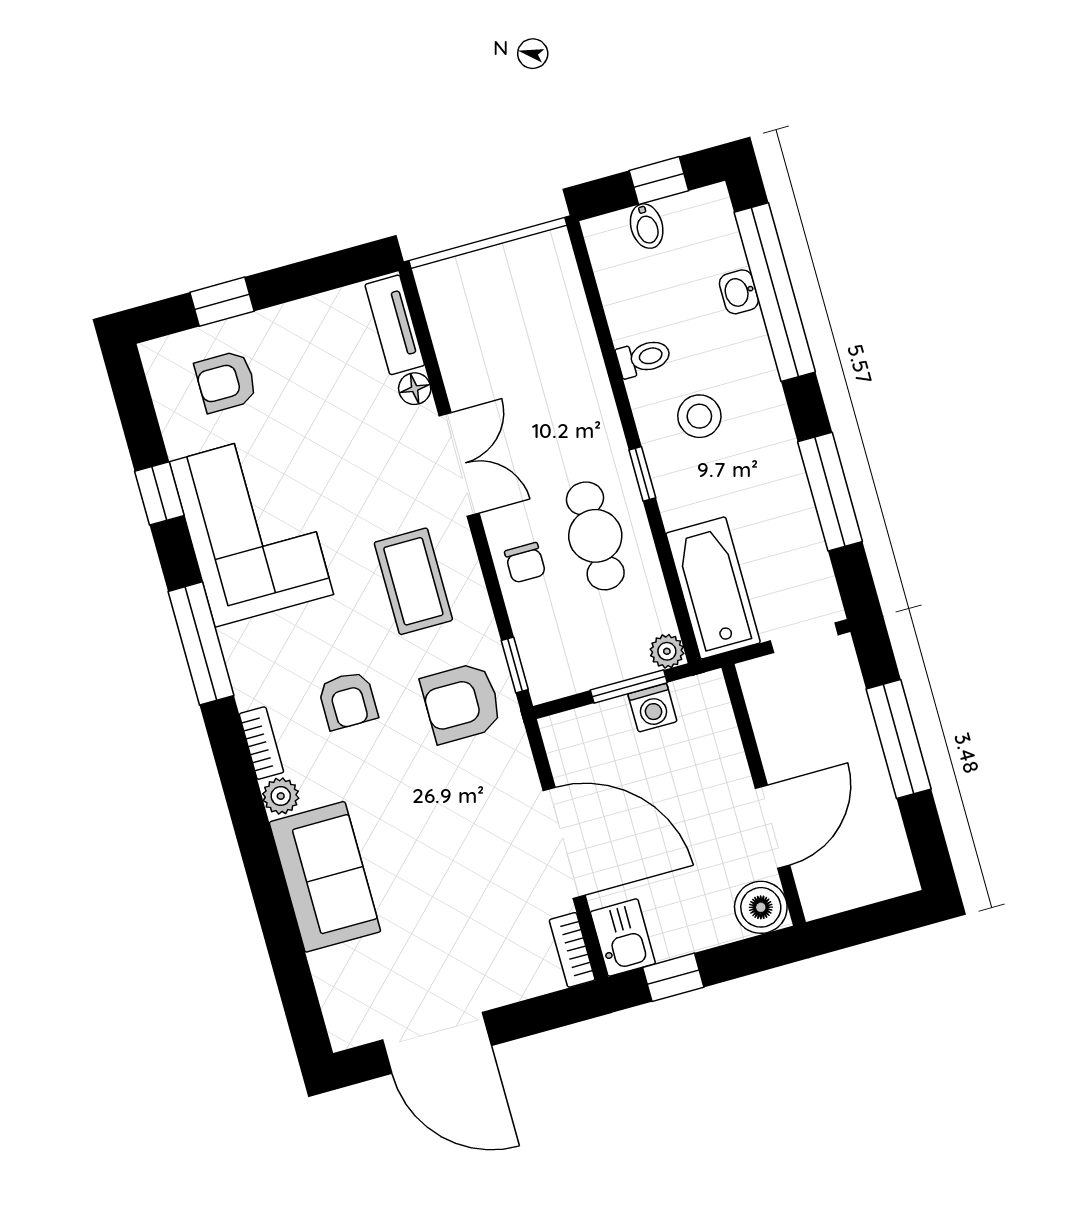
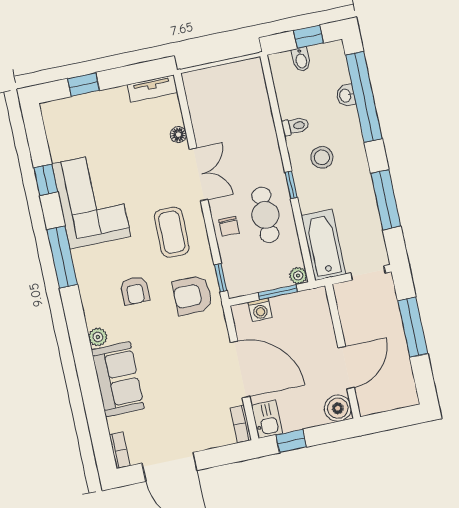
tv unit: (395, 325) -> (152, 89), moved, turned -90
armchair: (226, 382) -> (83, 125), removed
washing machine: (652, 708) -> (260, 310), moved
bookcase: (261, 743) -> (120, 450), moved

